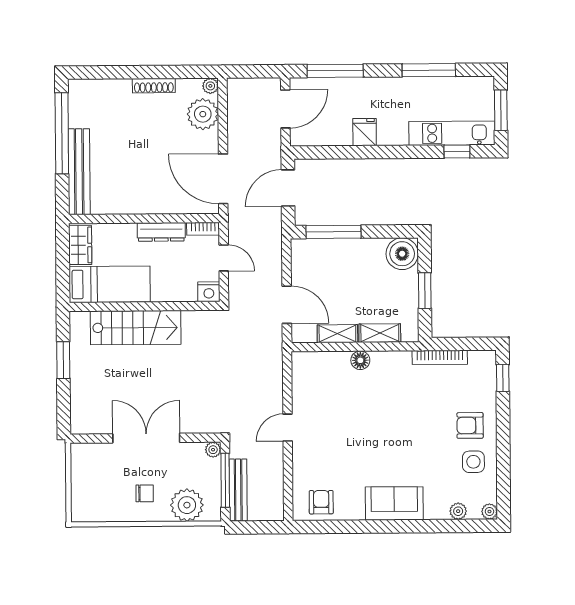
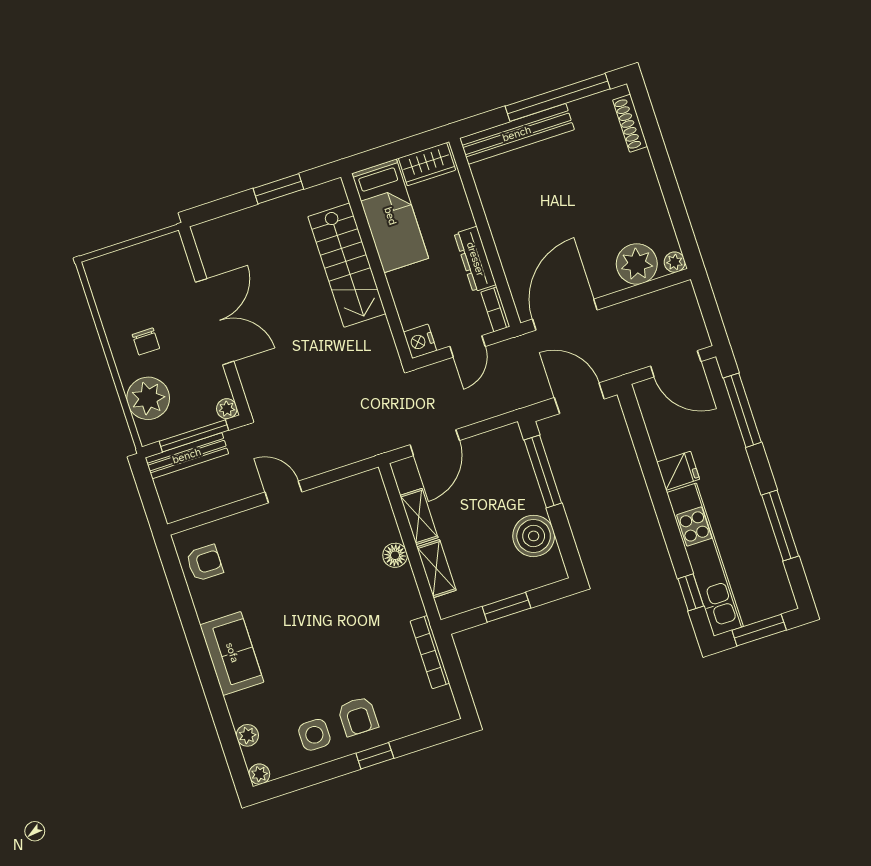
shoe rack: (154, 86) -> (630, 123), moved
kitchen unit: (452, 133) -> (705, 560), width x1.36
boiler: (402, 254) -> (534, 536), moved
window: (503, 378) -> (375, 756), moved
armchair: (470, 425) -> (358, 716), turned 180

